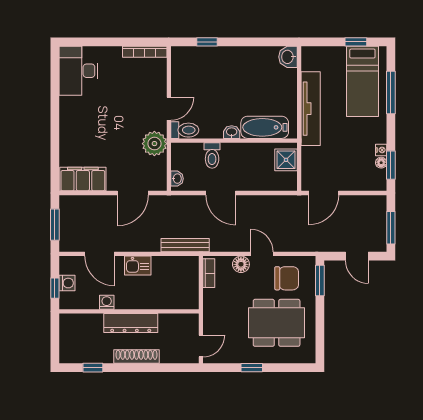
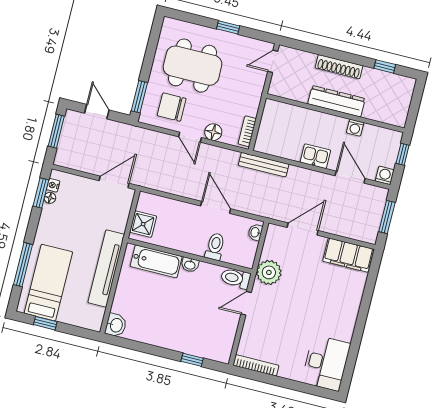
nightstand: (381, 150) -> (53, 185), moved
washing machine: (67, 283) -> (385, 175), moved, turned 90

